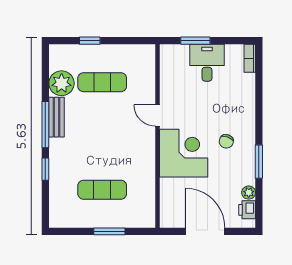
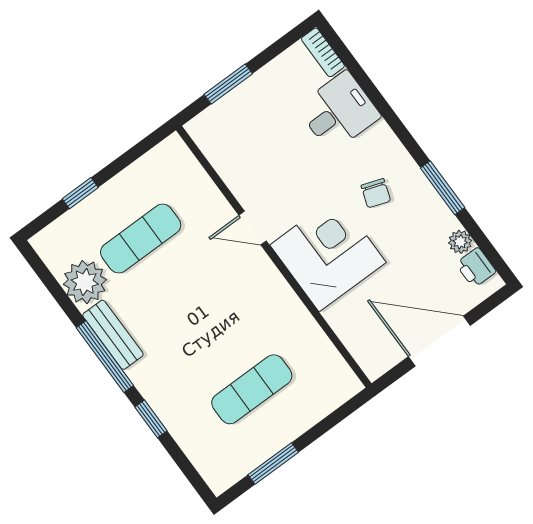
desk: (207, 63) -> (339, 112), moved, turned 90
window: (109, 231) -> (273, 463), moved

